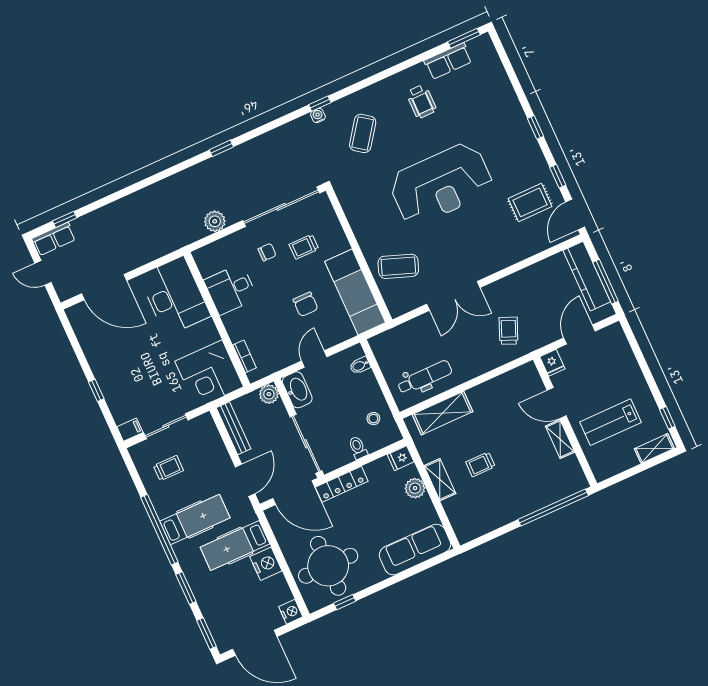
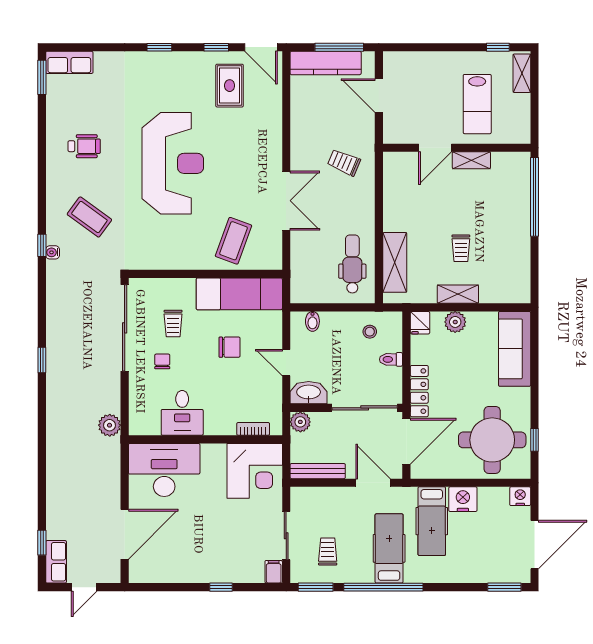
row of seats: (448, 61) -> (69, 62), moved, turned 90
plant: (215, 221) -> (110, 425), moved
fridge: (552, 363) -> (394, 134), removed
window: (186, 588) -> (316, 587), moved

